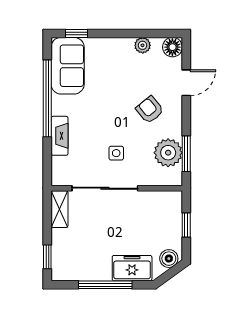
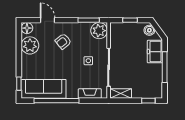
plant: (143, 45) -> (30, 45), width x1.88, depth x1.88
sofa: (68, 66) -> (44, 89), width x1.36
fireplace: (60, 136) -> (90, 93), moved
plant: (168, 153) -> (99, 31), moved

